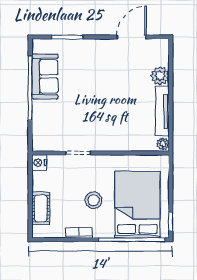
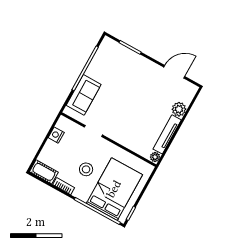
sofa: (45, 76) -> (84, 95), moved
nightstand: (39, 163) -> (56, 135), moved
cot: (41, 208) -> (44, 172), moved, turned 90

